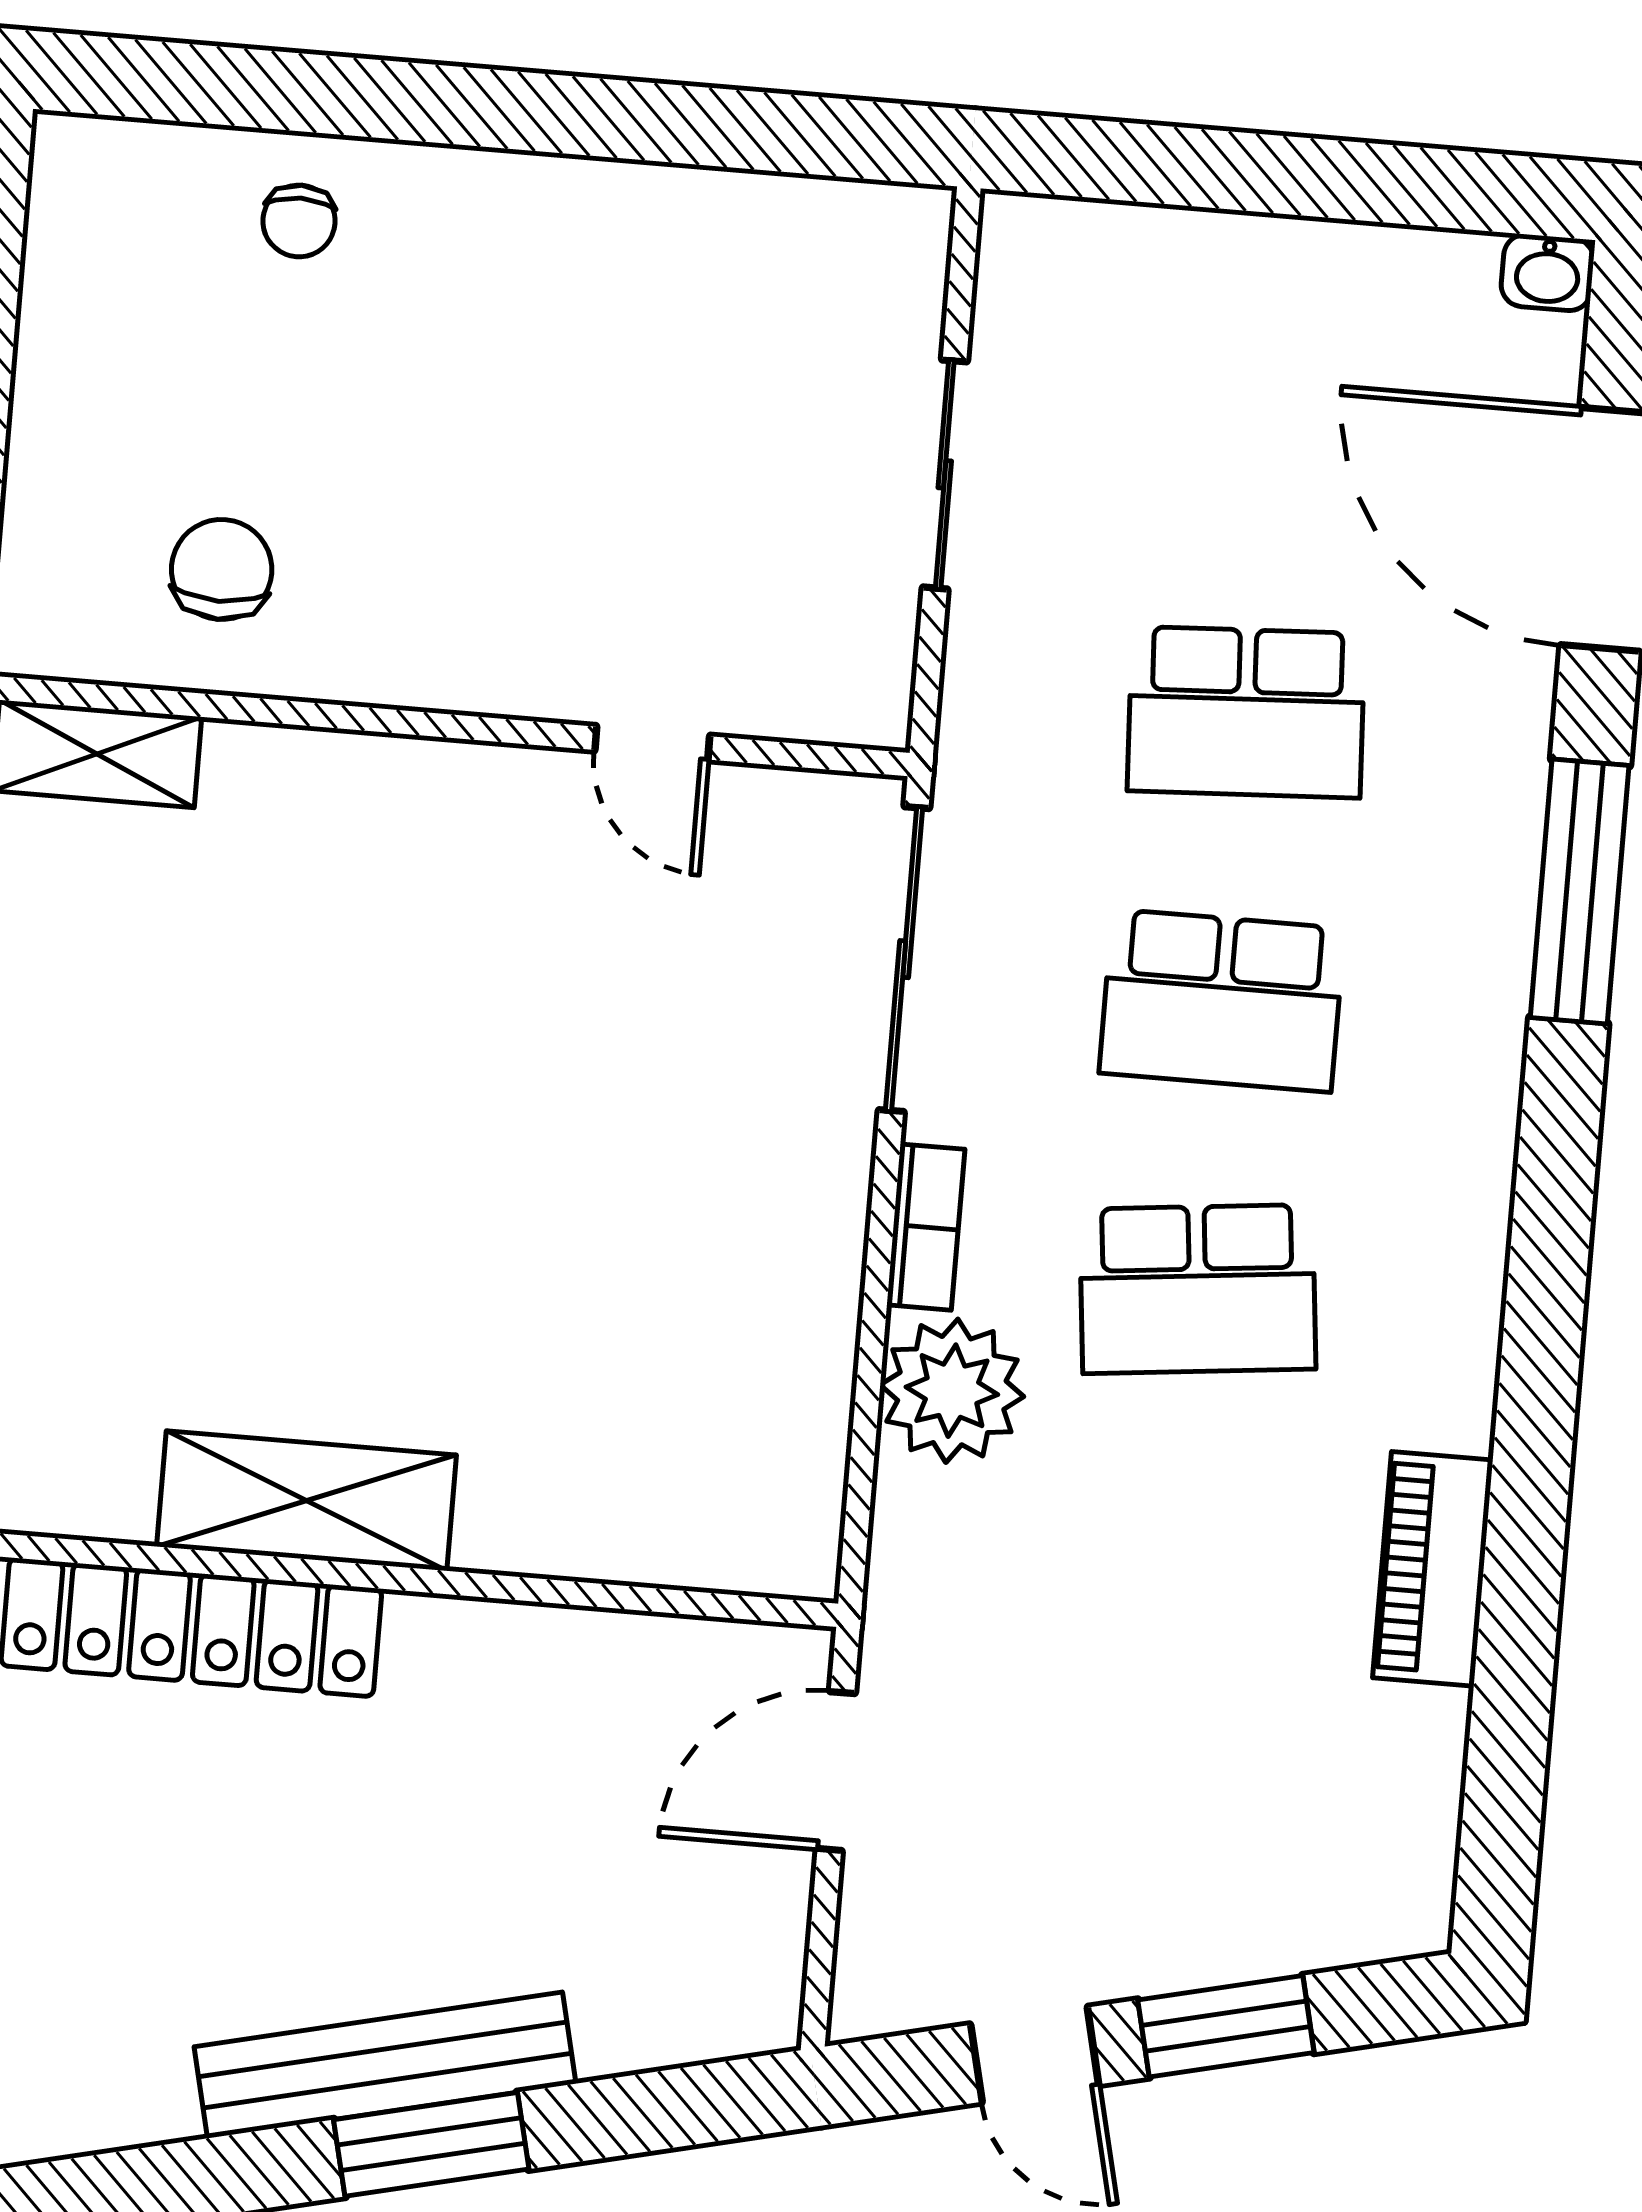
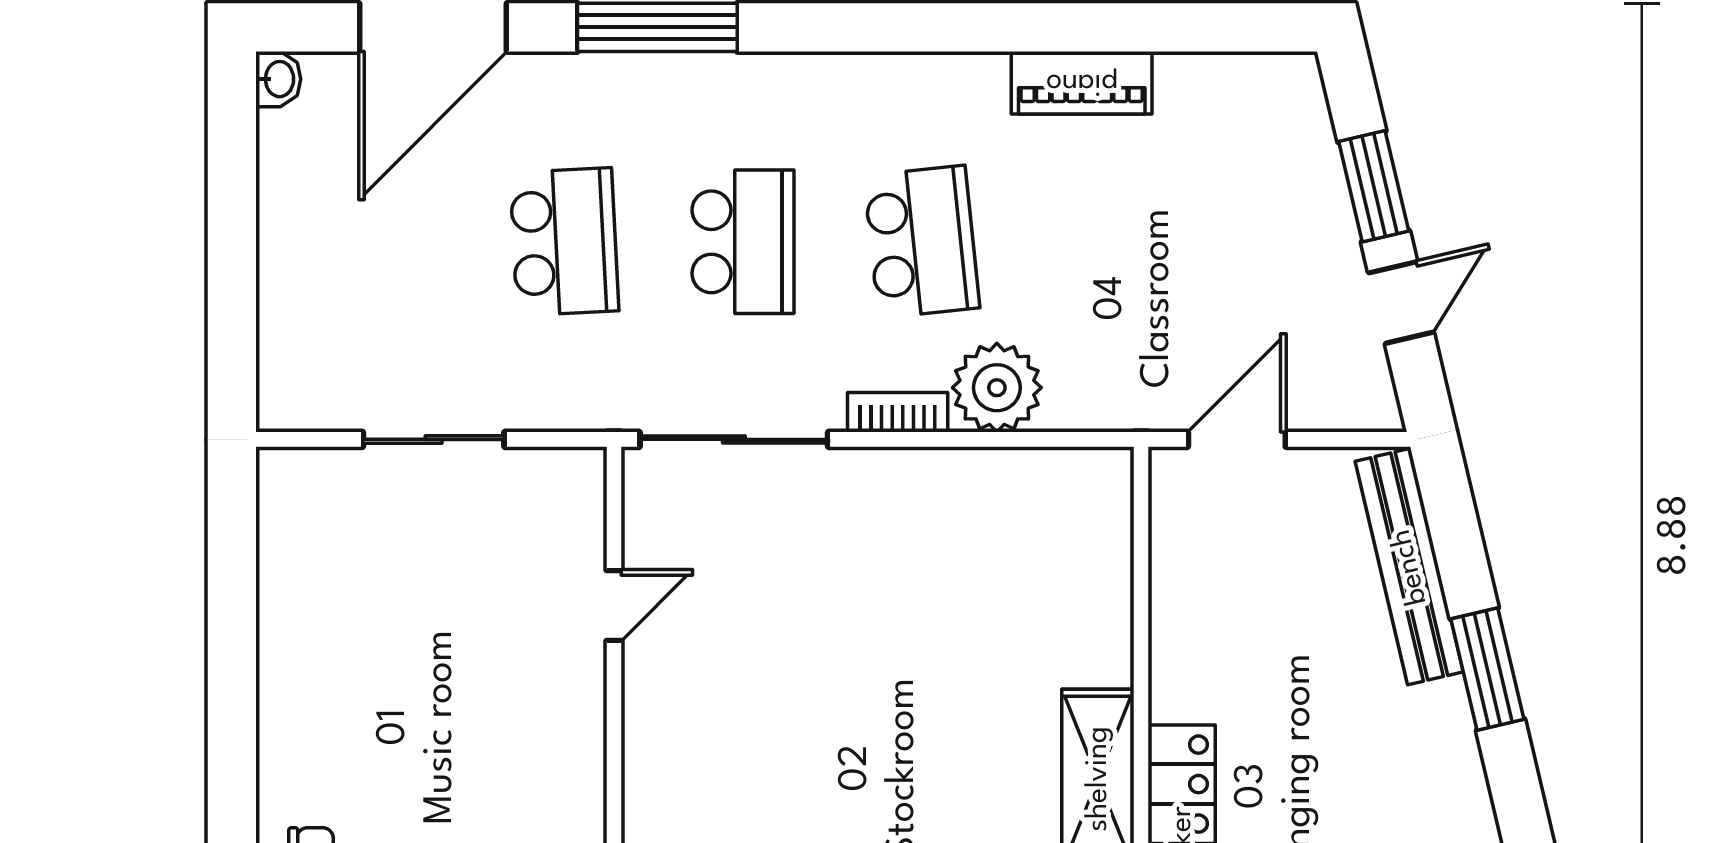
door: (836, 1771) -> (1237, 439), swing flipped
bench: (385, 2065) -> (1409, 567), moved

